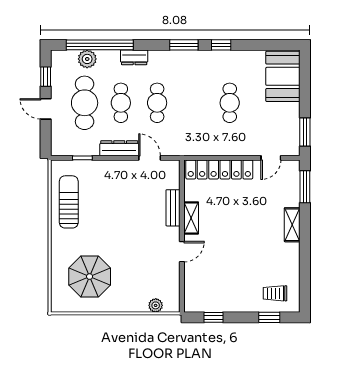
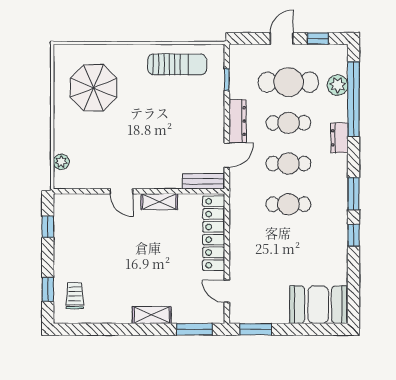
cafe table: (230, 103) -> (288, 204), moved
bench: (173, 208) -> (203, 181), moved

